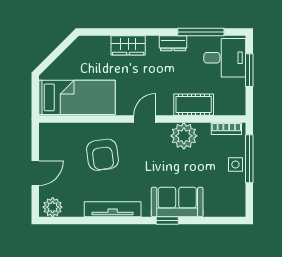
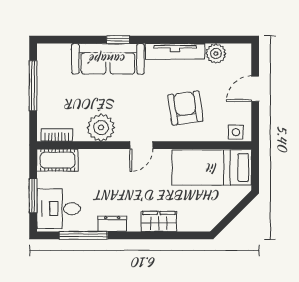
cot: (194, 105) -> (57, 160), moved
window: (249, 159) -> (33, 86), moved
side table: (235, 165) -> (236, 132), moved
sofa: (177, 202) -> (108, 59), width x1.36
plant: (53, 207) -> (216, 54), moved

